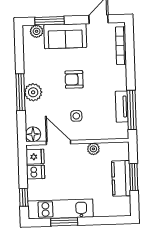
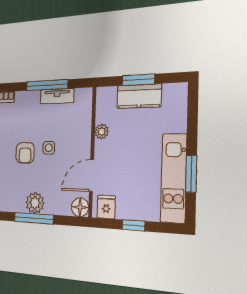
window: (132, 110) -> (47, 85), moved
side table: (76, 116) -> (49, 148), moved
dishwasher: (36, 172) -> (125, 208), removed
window: (24, 197) -> (133, 225), moved

